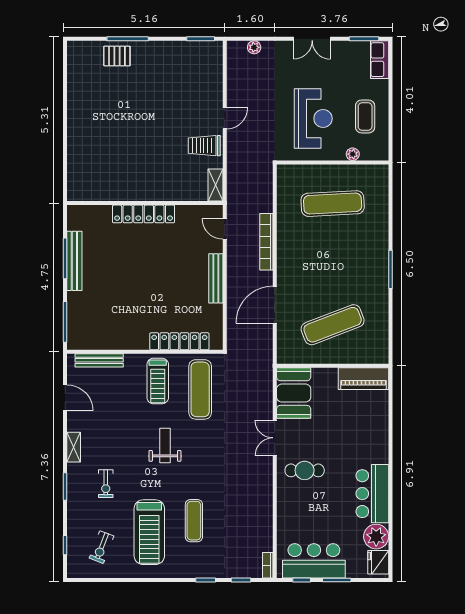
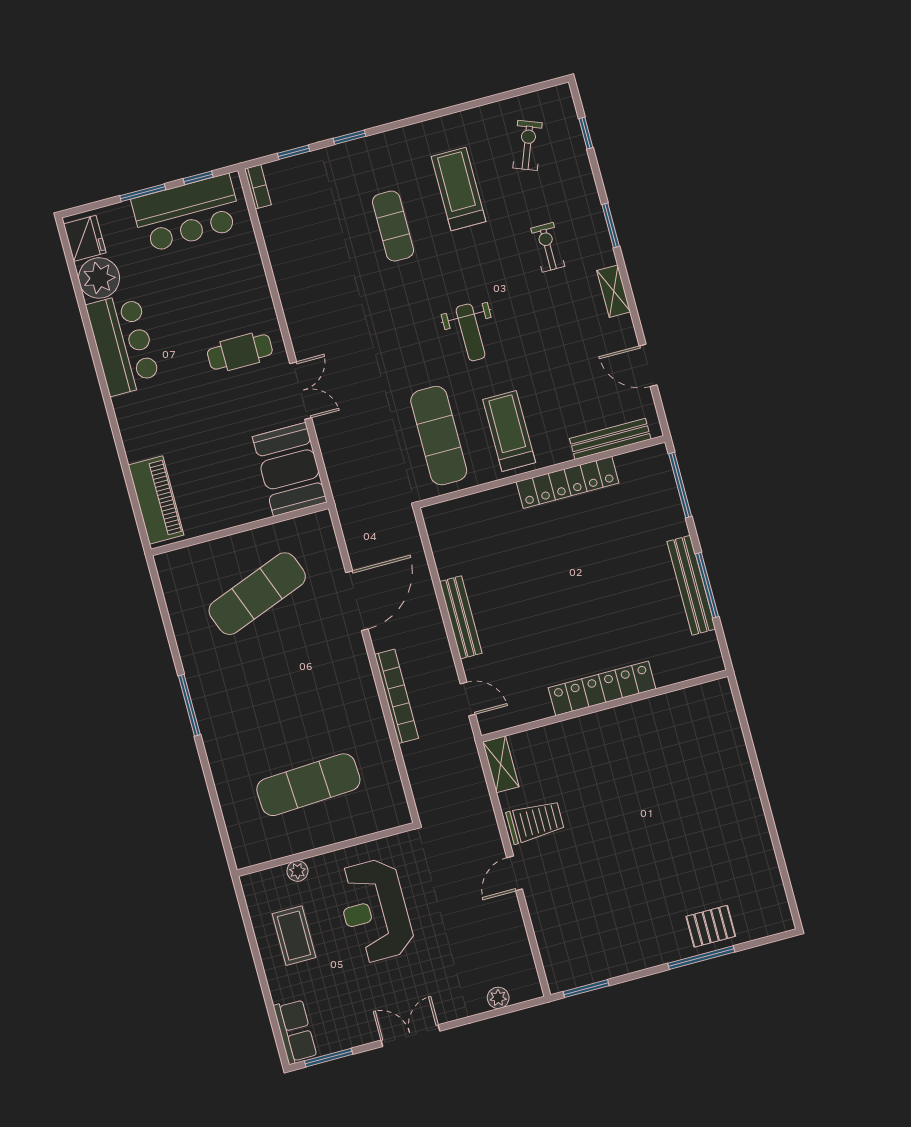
locker: (179, 341) -> (568, 482), moved
piano: (363, 379) -> (156, 500), moved, turned 90
treadmill: (149, 532) -> (459, 189), width x0.73, depth x0.73

